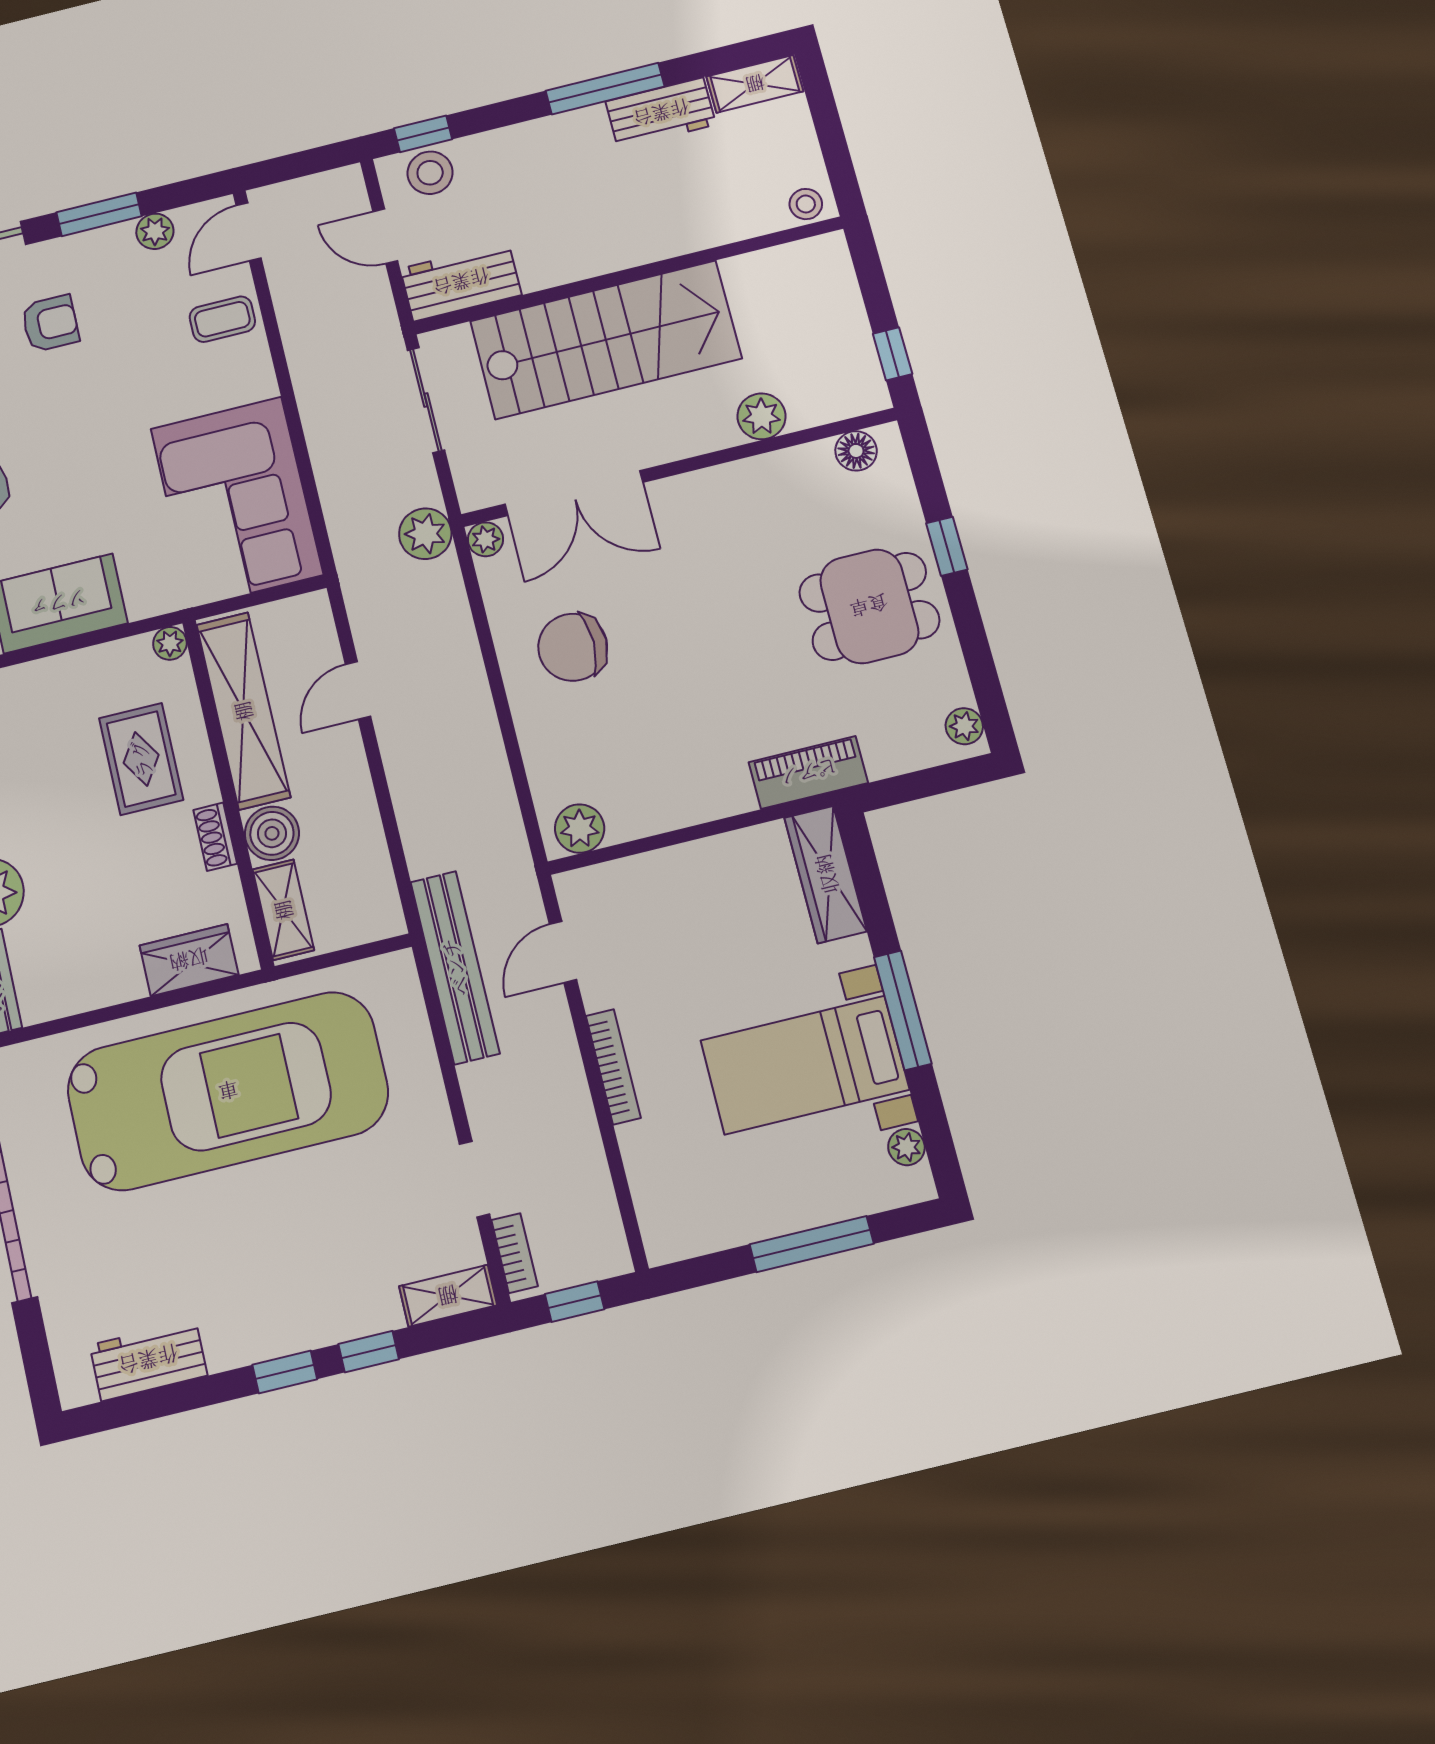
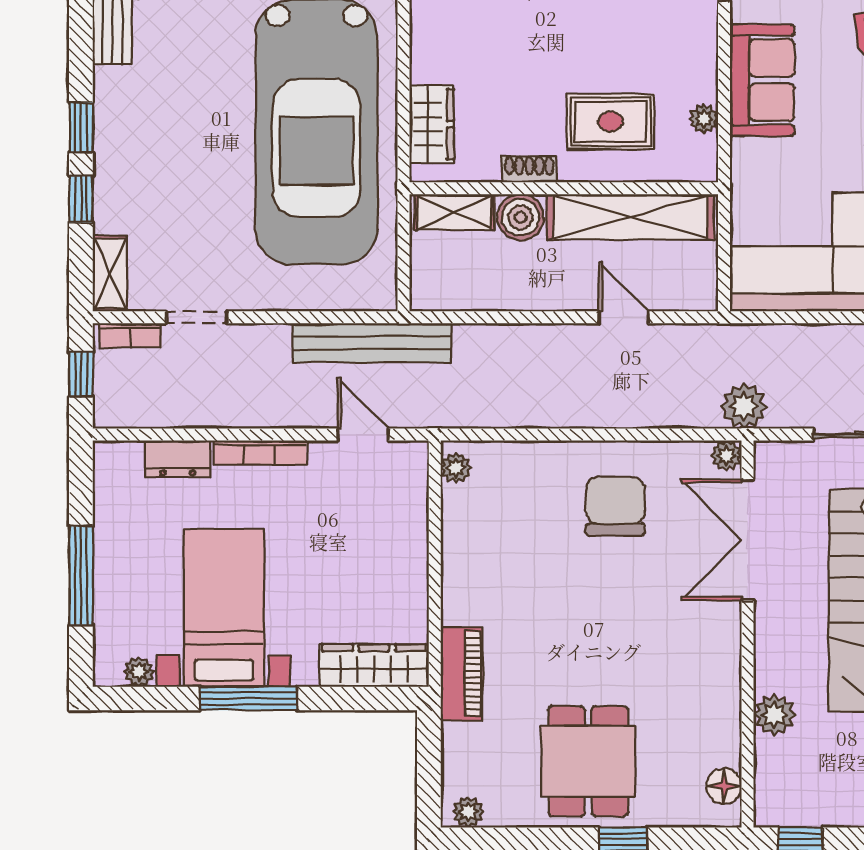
plant: (170, 643) -> (704, 119), moved
plant: (580, 829) -> (456, 468), width x0.73, depth x0.73
dresser: (645, 1162) -> (178, 459), added

